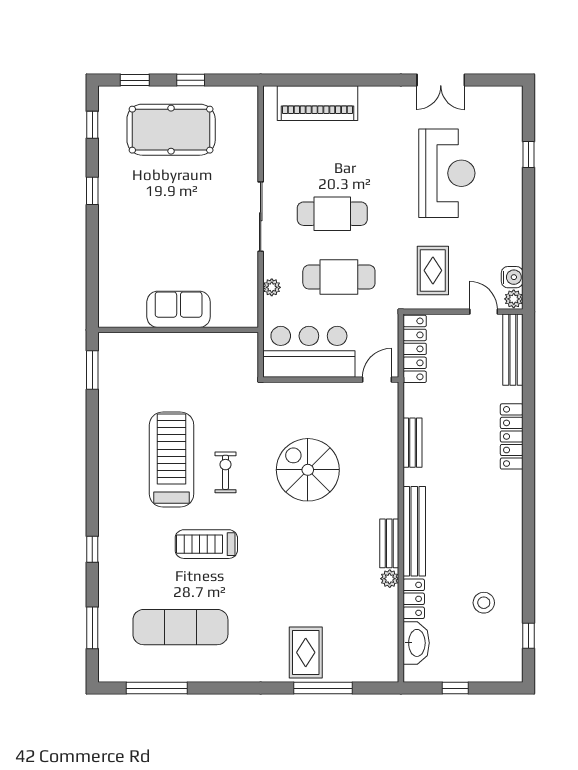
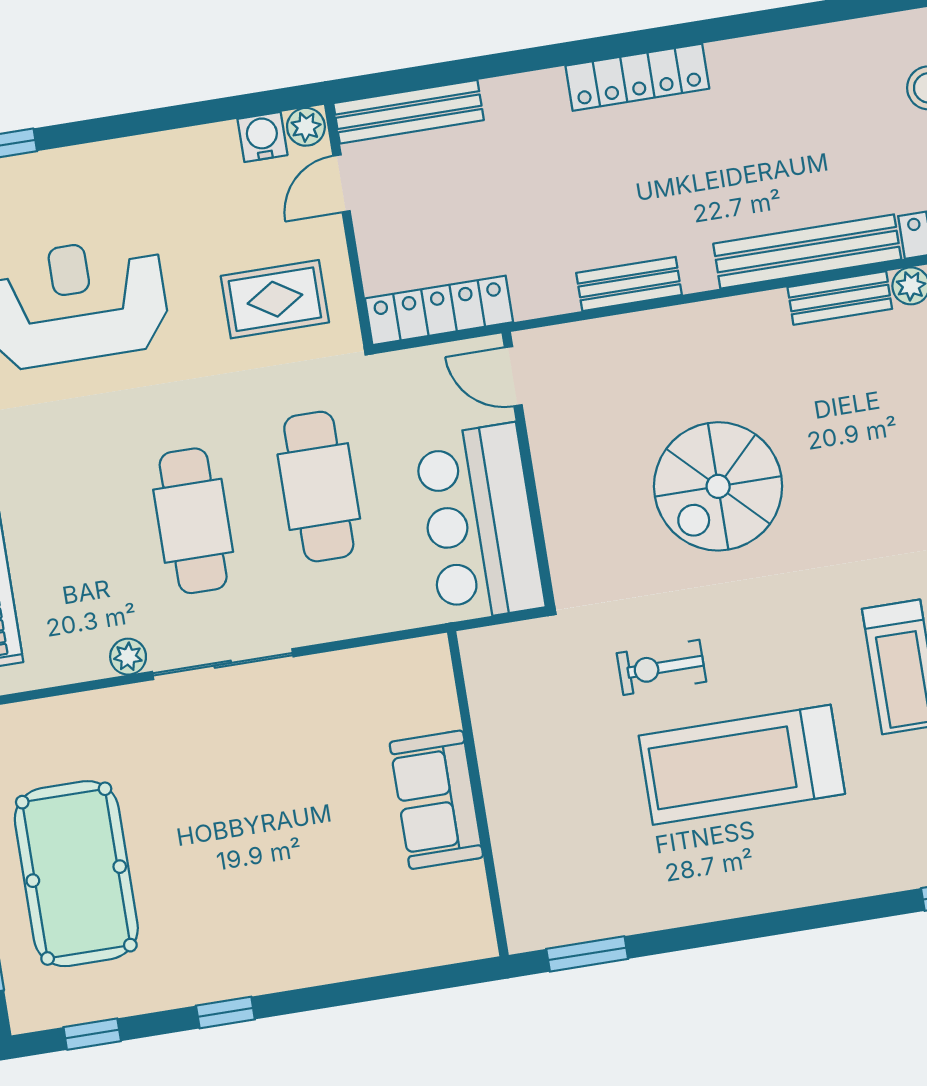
plant: (272, 287) -> (128, 657), moved
locker: (512, 436) -> (637, 77), moved
exercise bike: (226, 472) -> (661, 667), moved

